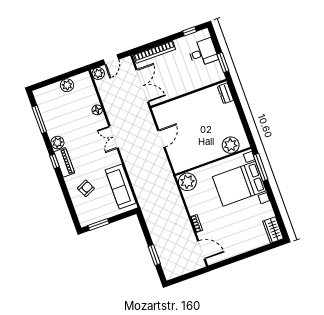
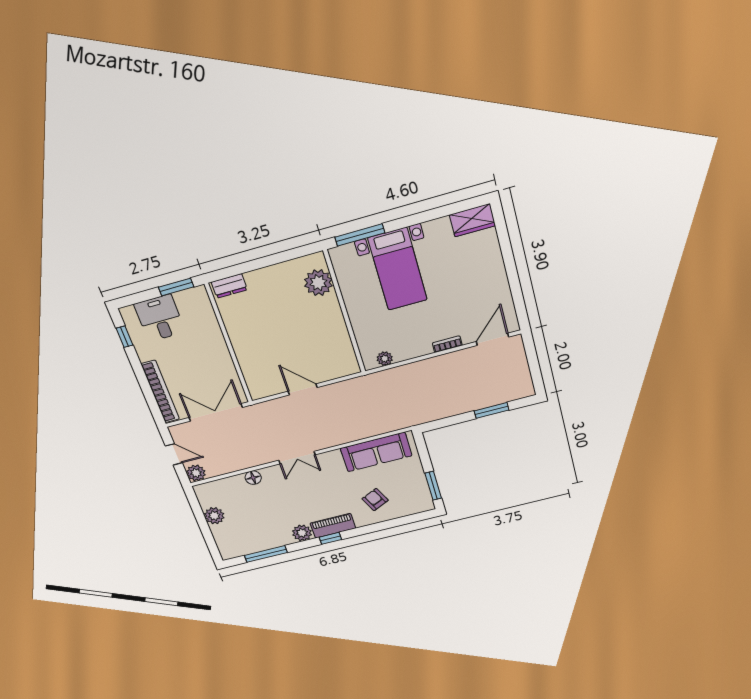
plant: (187, 182) -> (385, 359), width x0.53, depth x0.53
bed with nightstands: (239, 184) -> (398, 269), width x0.73

